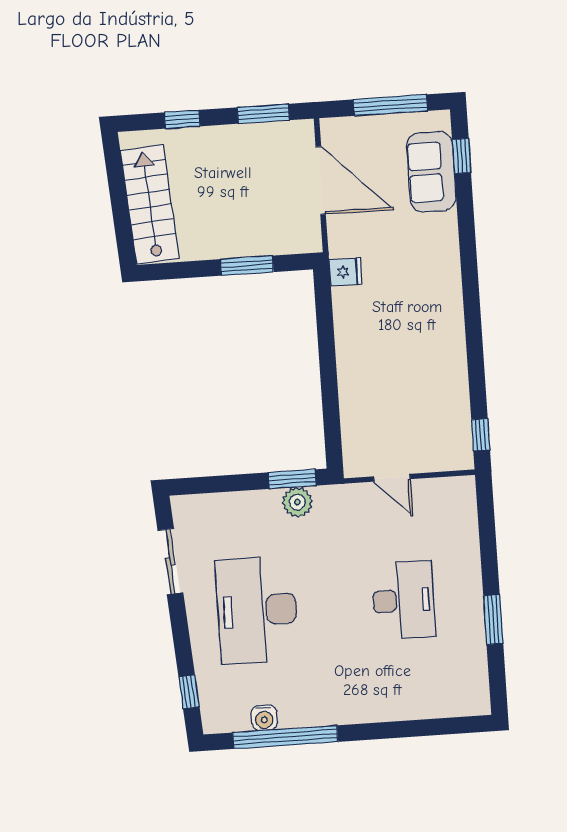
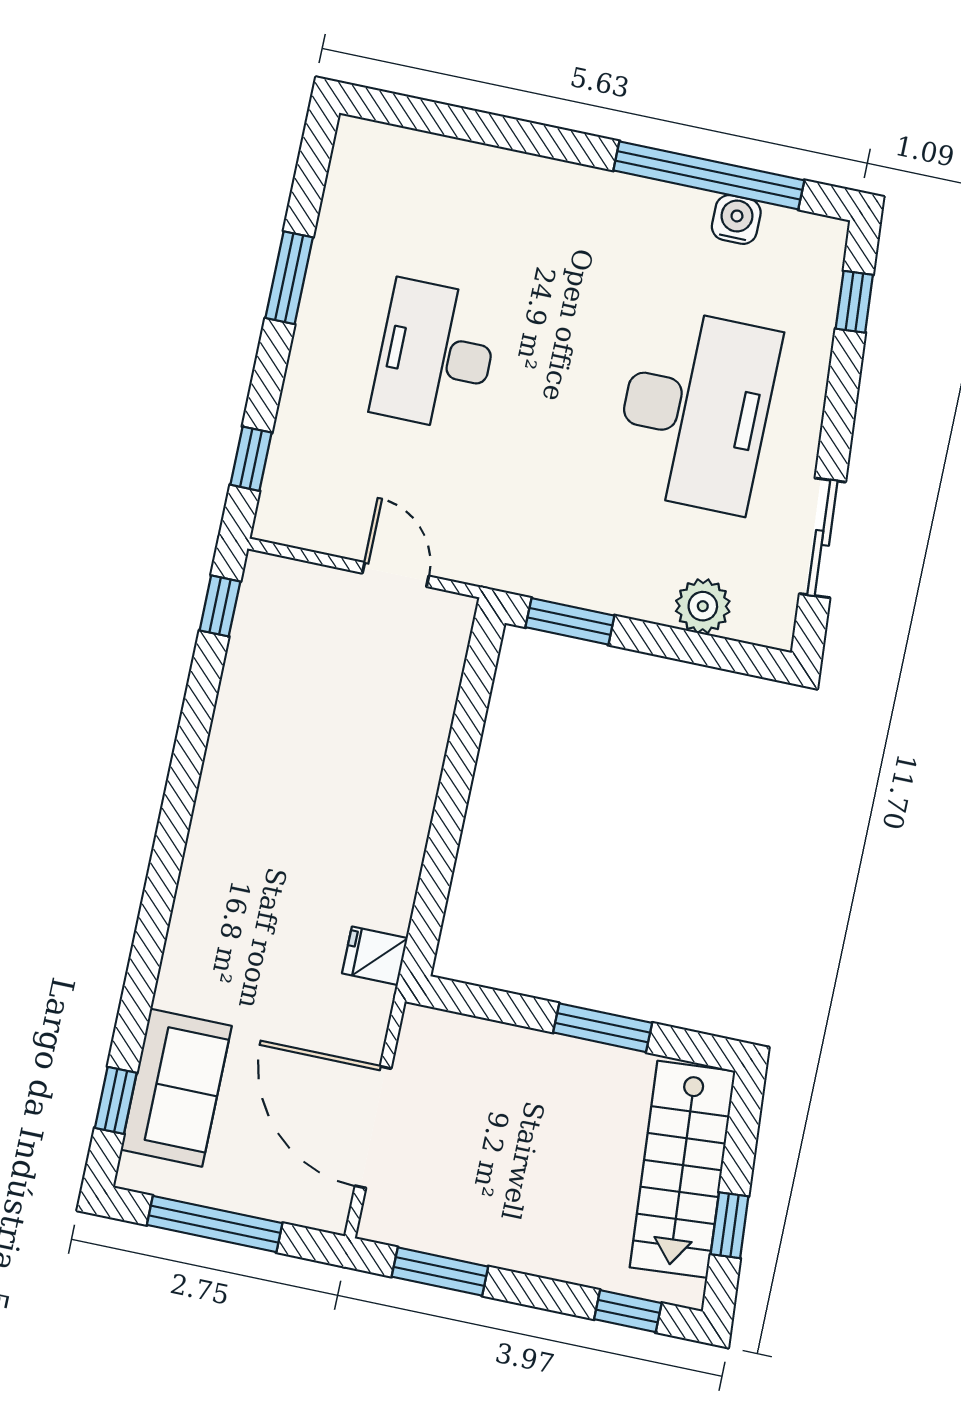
window: (182, 119) -> (628, 1311), moved
window: (116, 182) -> (730, 1225), added
window: (247, 266) -> (603, 1028), moved
plant: (297, 502) -> (703, 606), moved
window: (486, 518) -> (251, 459), added

